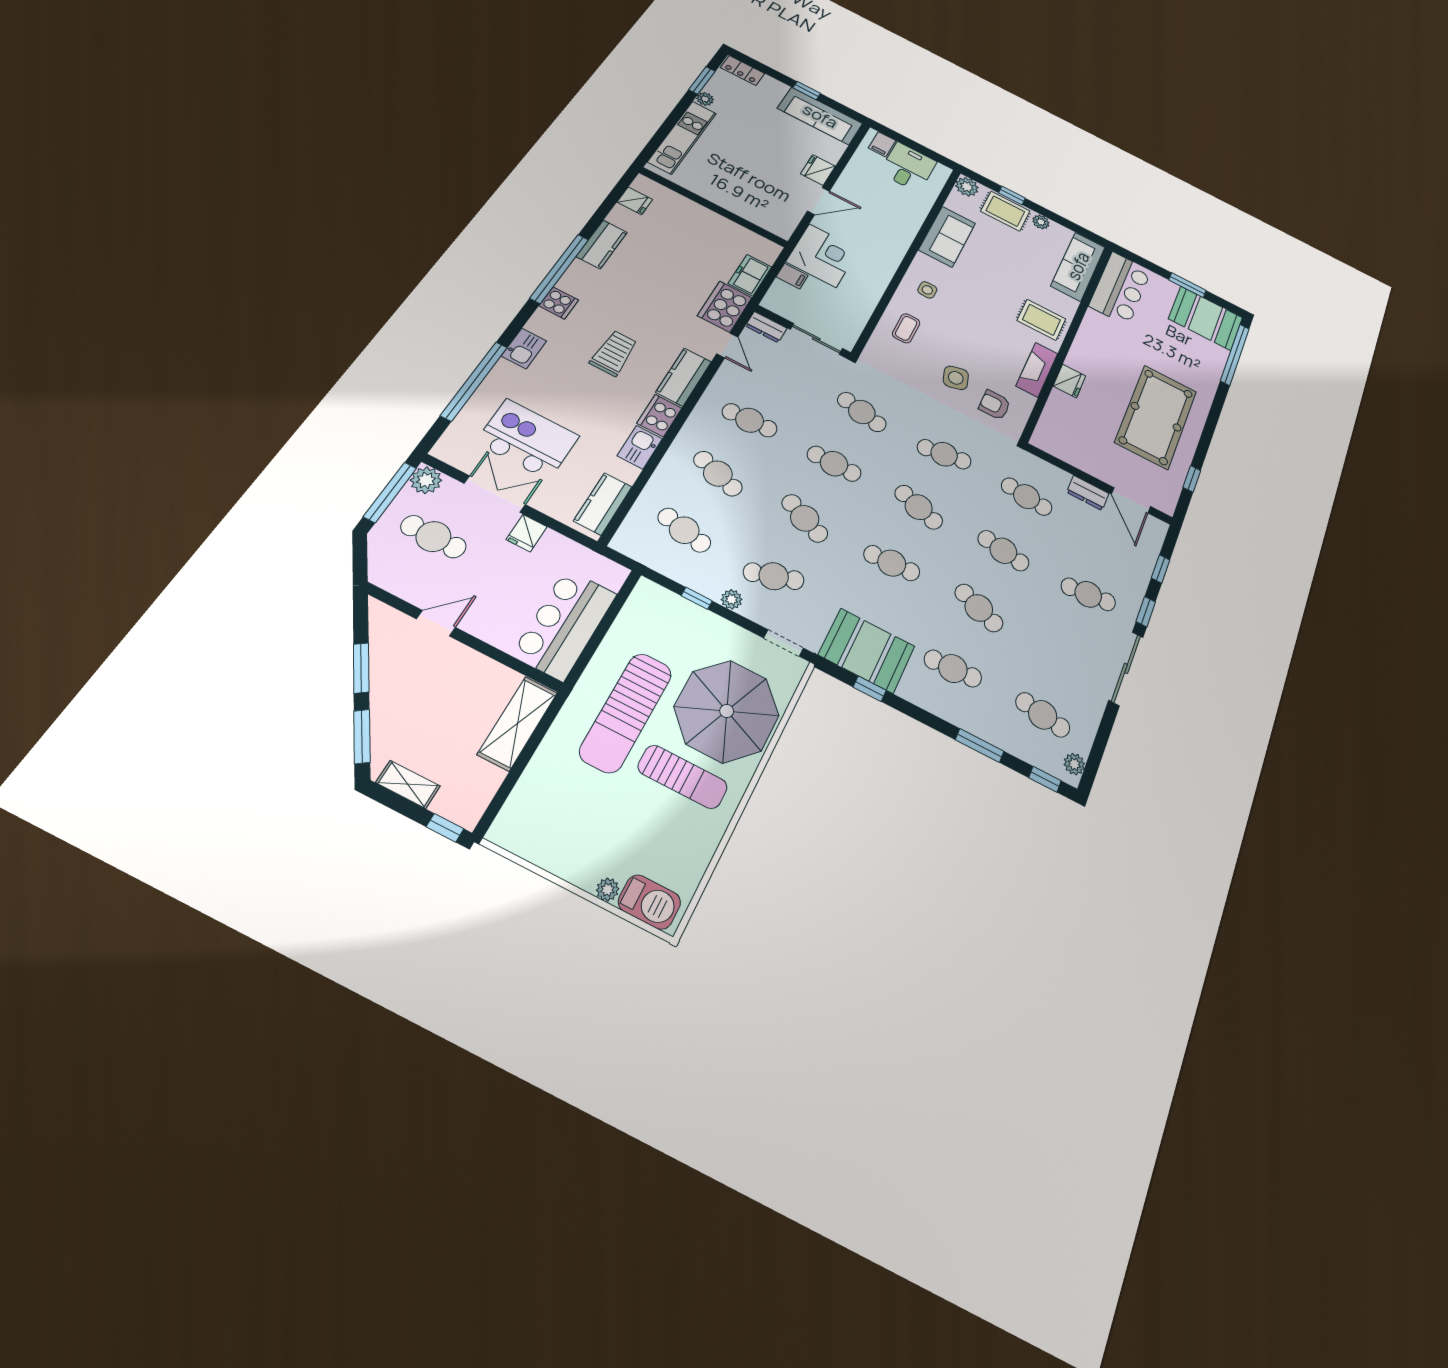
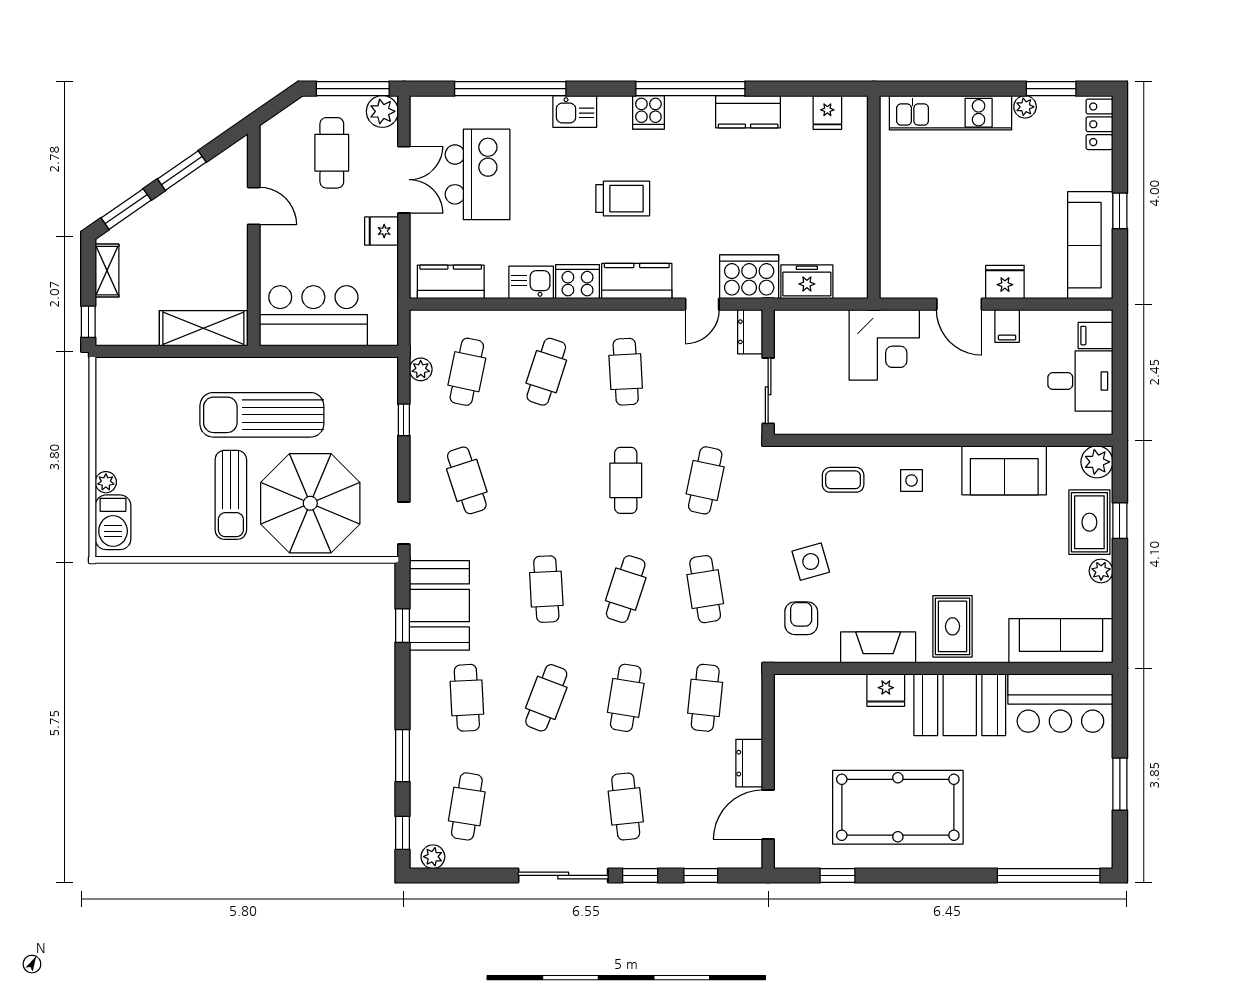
filing cabinet: (792, 276) -> (1007, 326), moved
booth: (1206, 318) -> (960, 705), moved, turned 90
cafe table: (805, 518) -> (546, 480), removed
plant: (732, 599) -> (421, 369), moved

